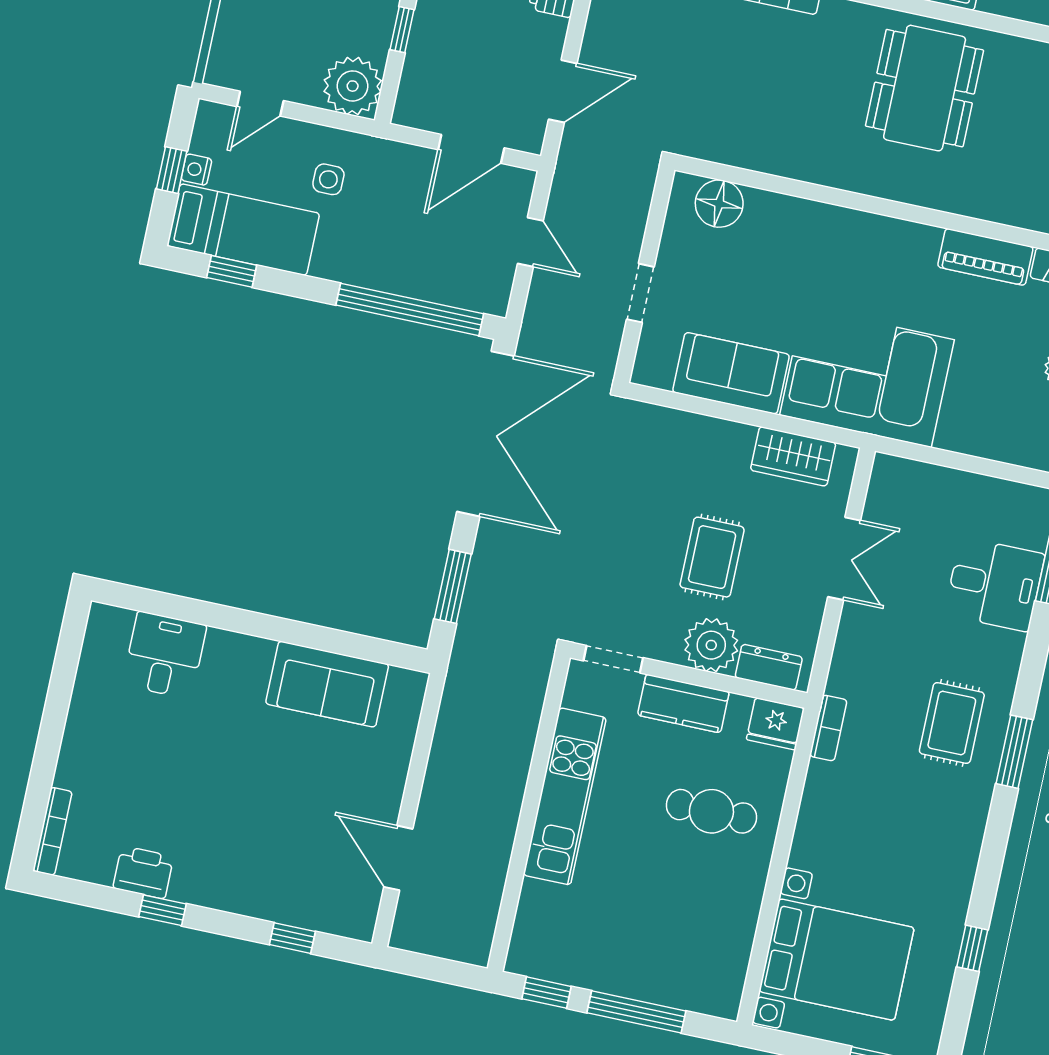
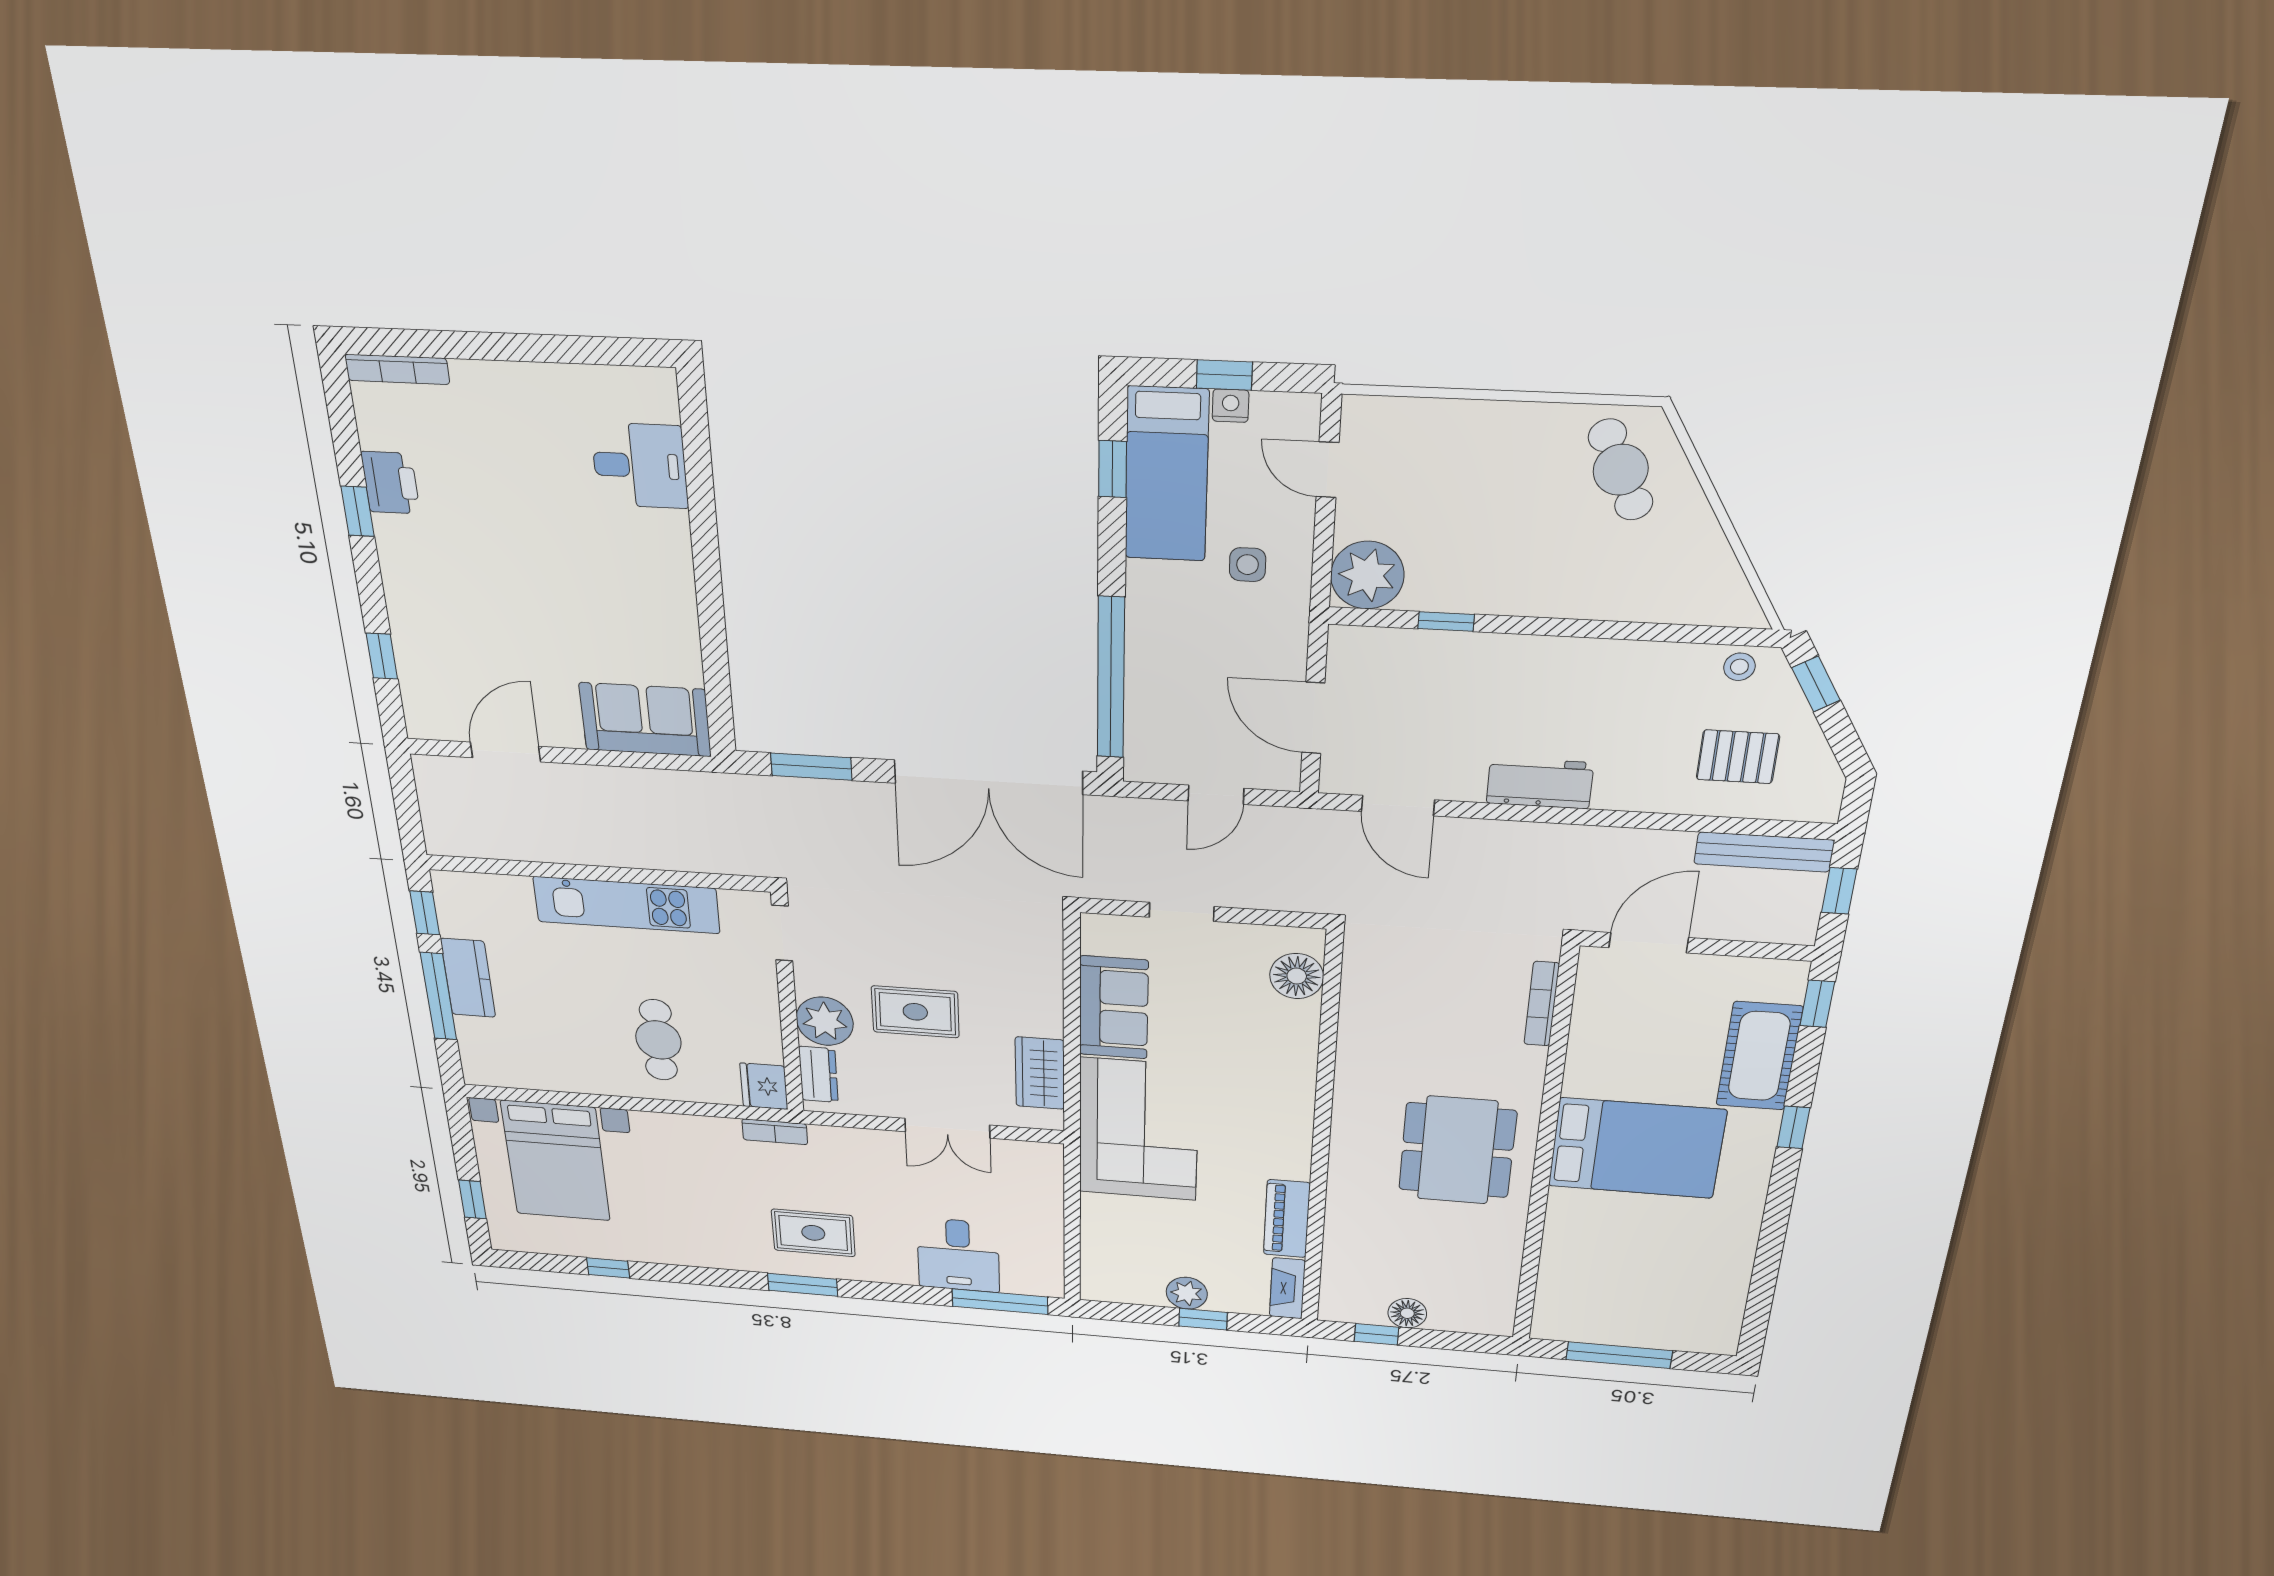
dining table: (925, 88) -> (1457, 1150), turned 90
sofa: (327, 684) -> (645, 720), moved, turned 90
kitchen counter: (683, 704) -> (468, 978), moved, turned 180

